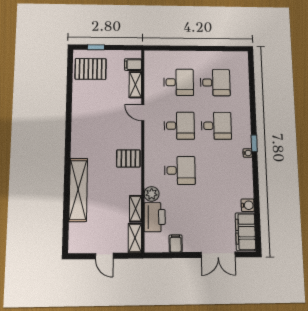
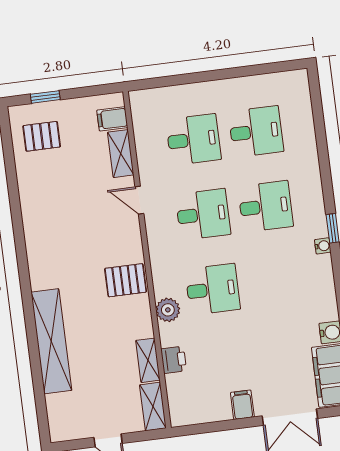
pallet: (91, 69) -> (42, 136), width x0.67, depth x0.71
plant: (152, 194) -> (168, 310), moved
printer: (155, 217) -> (174, 360), width x0.53, depth x0.68
filing cabinet: (176, 244) -> (242, 405), moved

